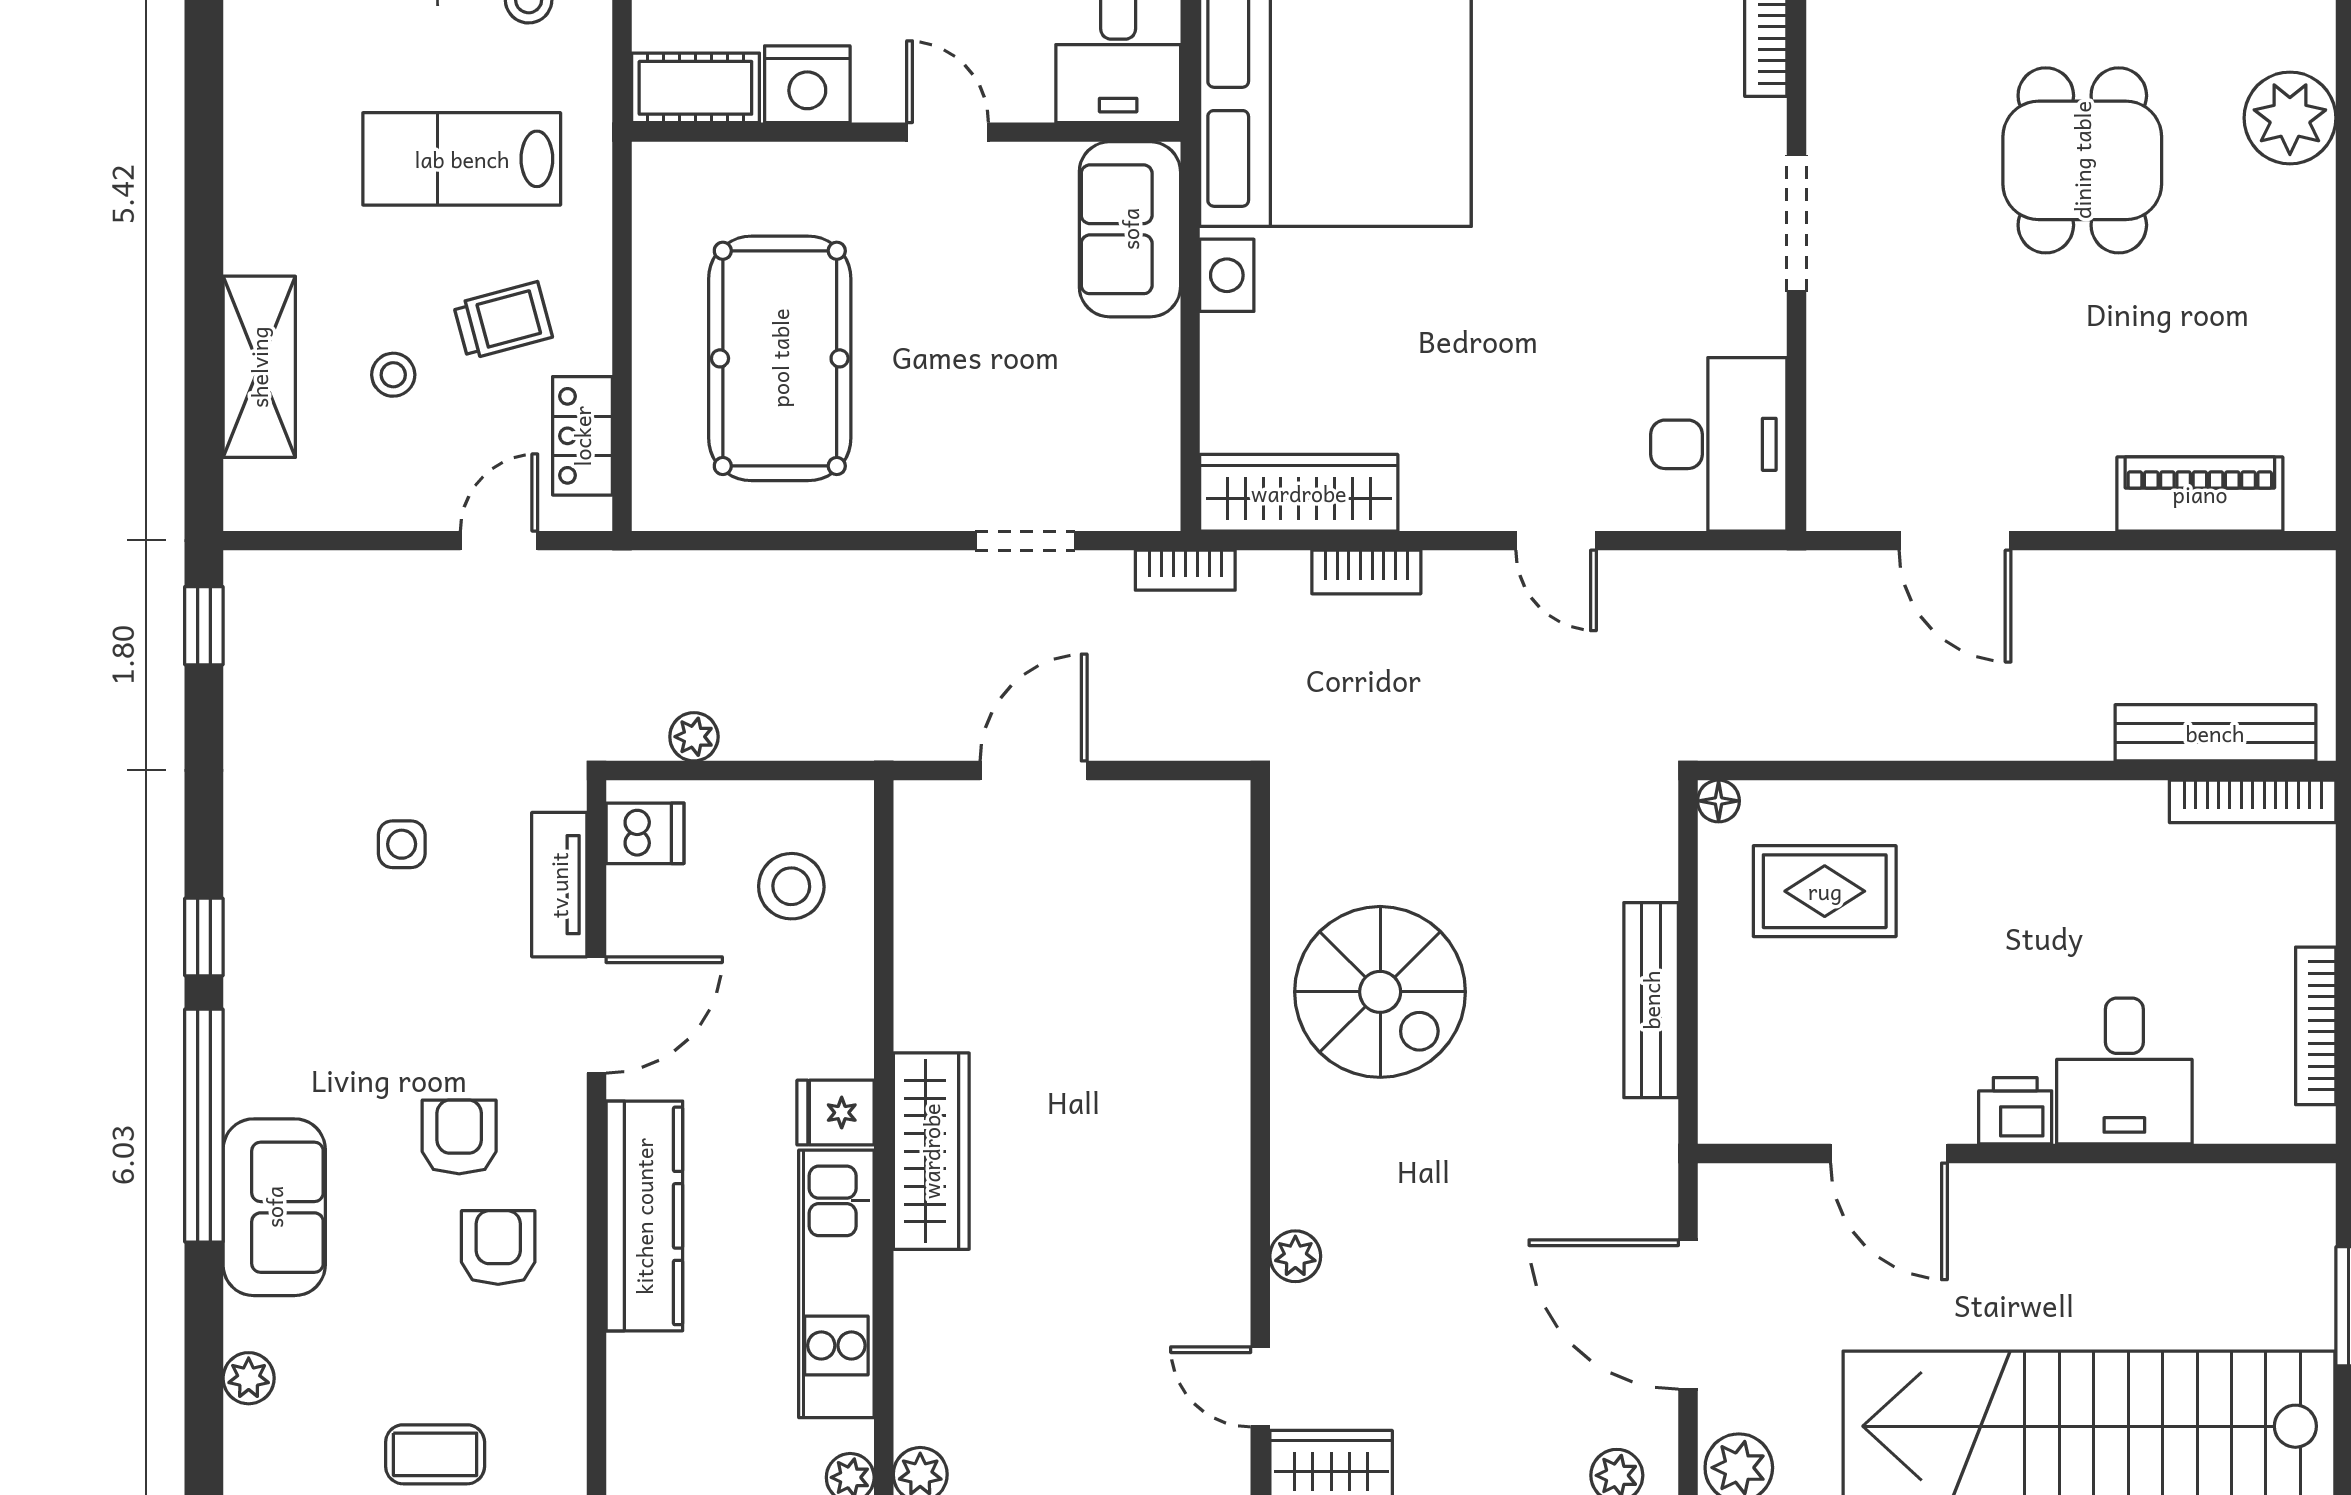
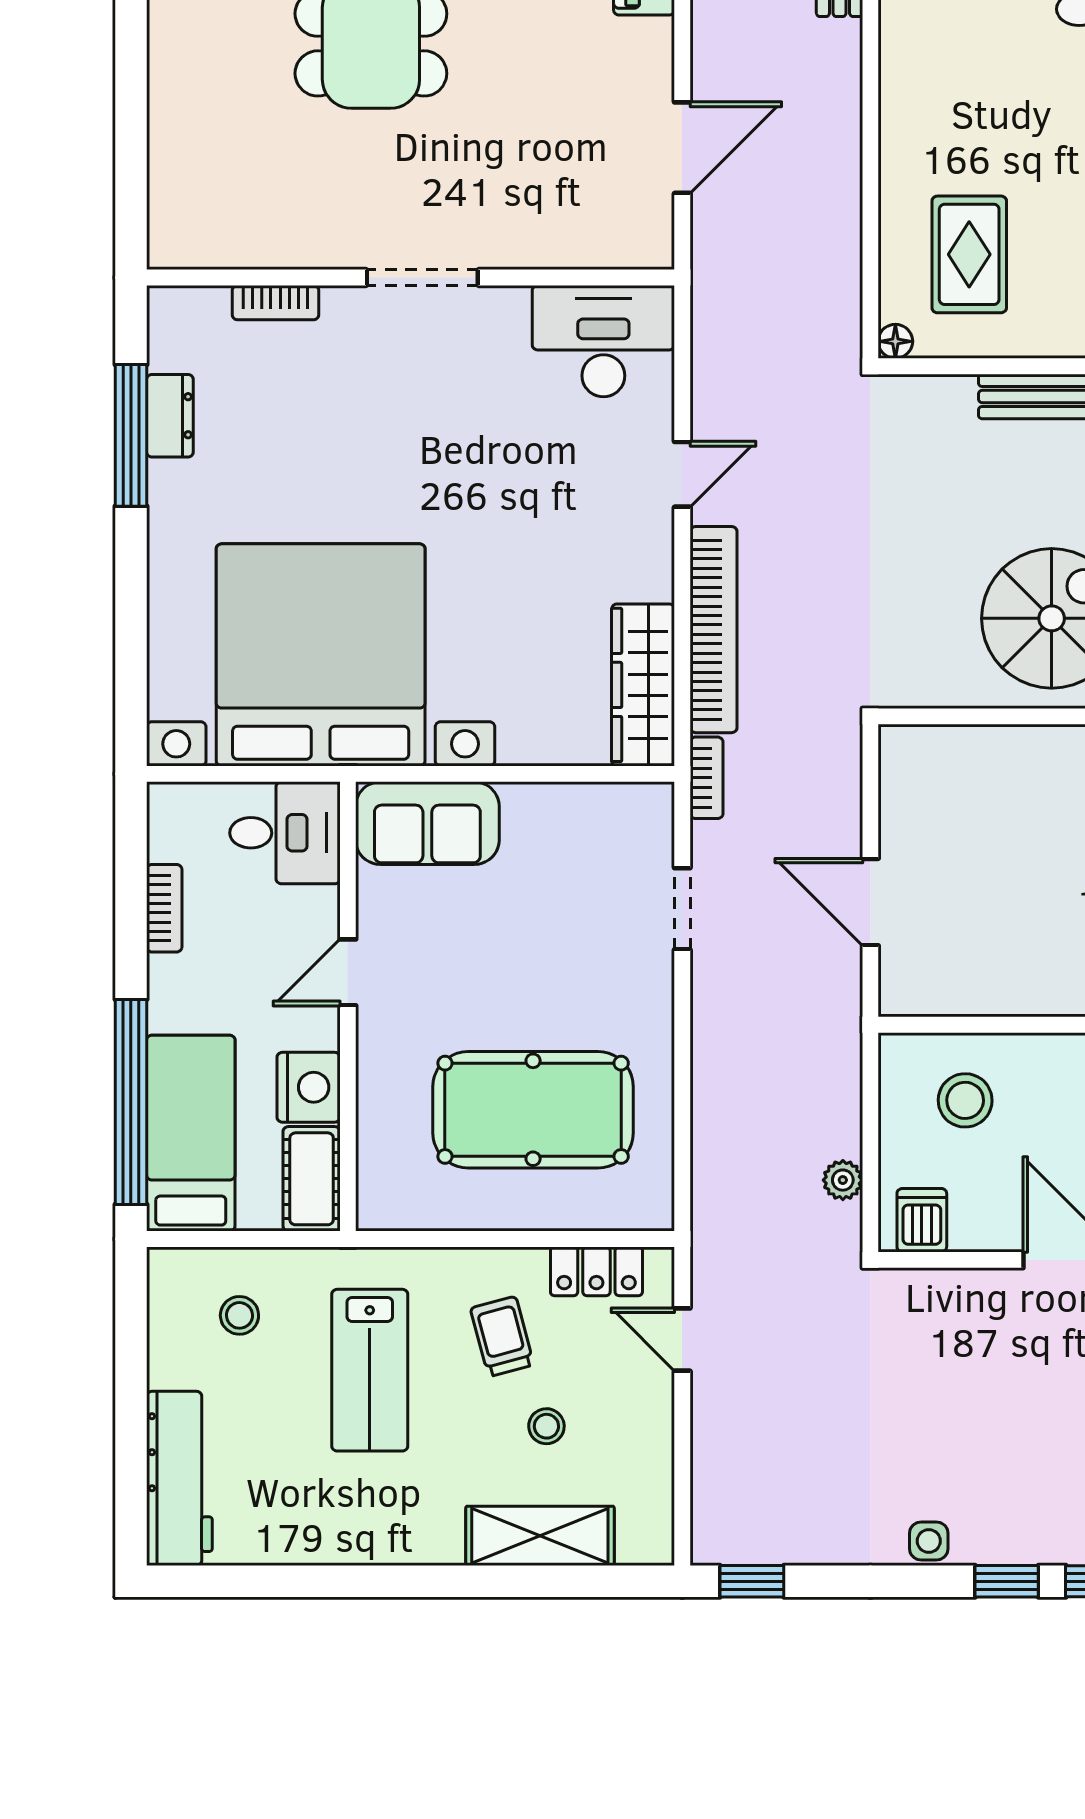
bookcase: (1366, 572) -> (714, 630), width x2.31, depth x1.31
side table: (402, 844) -> (929, 1541), moved
tv unit: (559, 885) -> (964, 1290), removed

